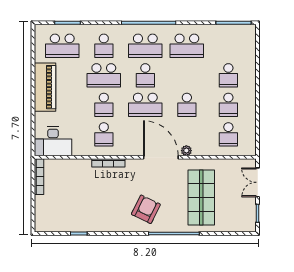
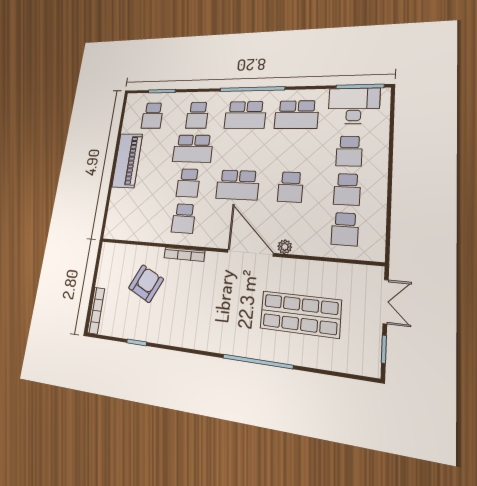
school desk: (62, 46) -> (152, 116), width x0.54
school desk: (145, 75) -> (241, 149), removed
desk: (53, 141) -> (354, 106), moved, turned 180
bookcase: (39, 177) -> (96, 311), moved
double door: (258, 182) -> (386, 302), swing flipped
shop shelf: (201, 197) -> (300, 314), turned 90
armchair: (146, 209) -> (146, 284), moved

